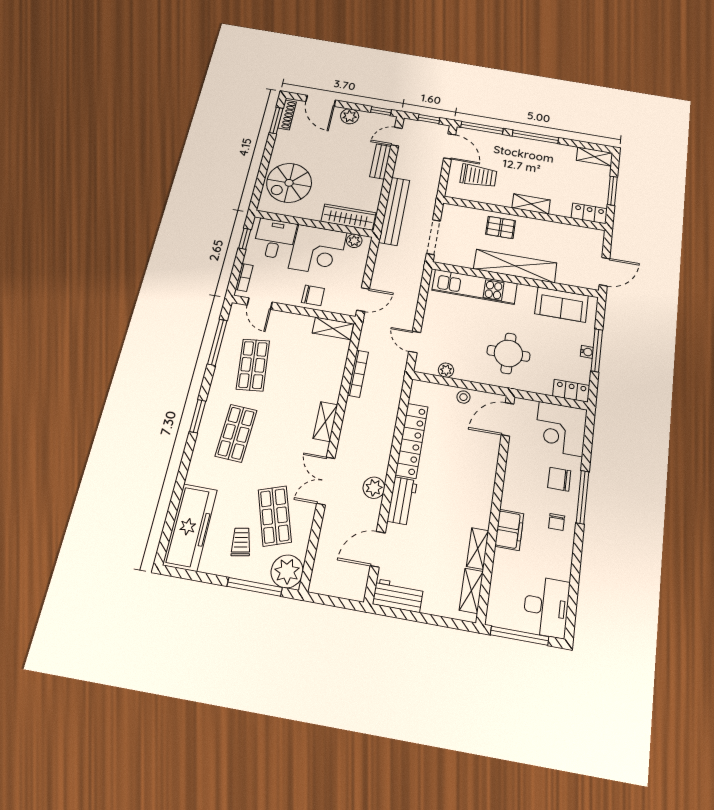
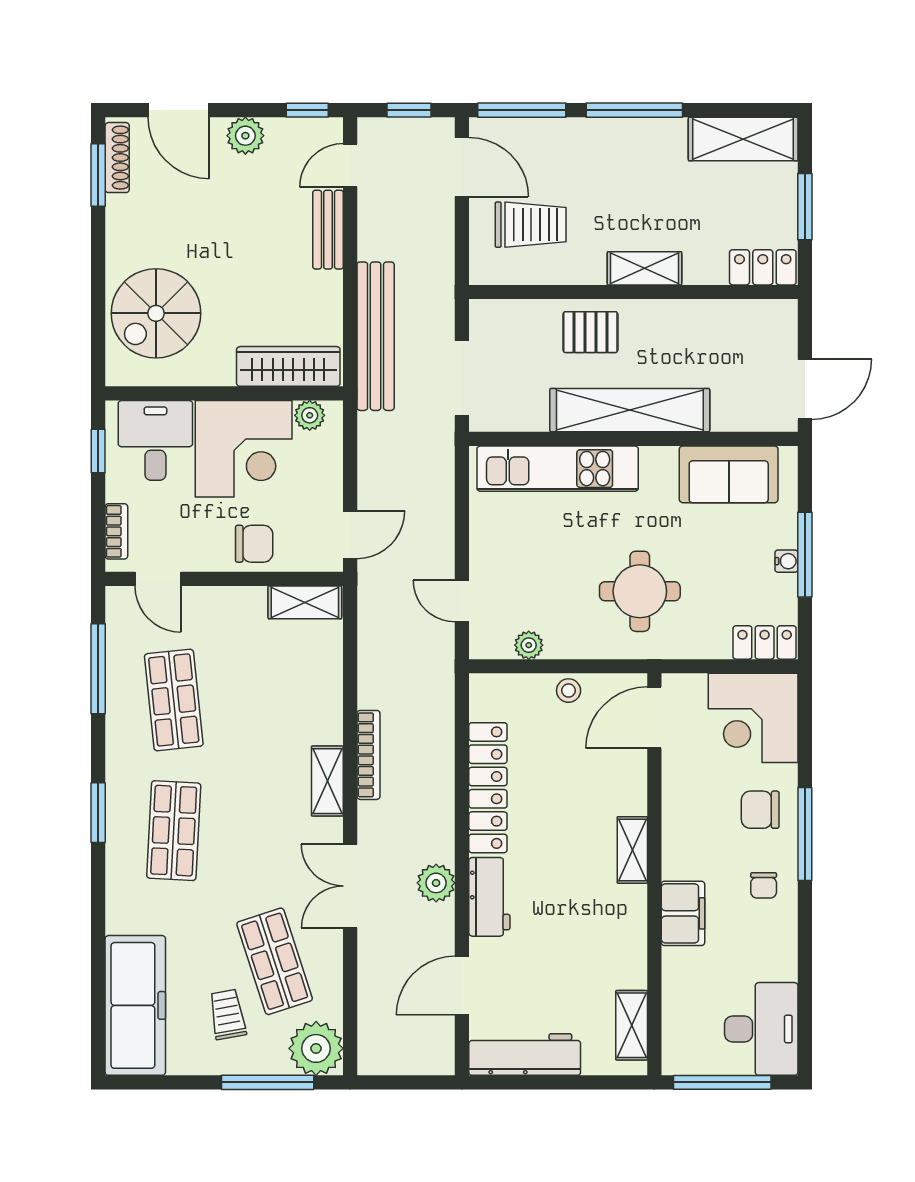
shelving: (595, 157) -> (743, 139), width x1.50, depth x1.33
bookcase: (358, 374) -> (368, 755), moved
shelving: (478, 549) -> (632, 850), moved
workbench: (398, 596) -> (525, 1055), width x1.37

